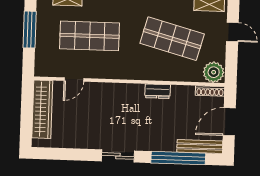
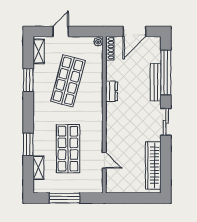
plant: (214, 72) -> (98, 42), width x0.53, depth x0.53
wardrobe: (42, 109) -> (153, 165), moved, turned -90
door: (229, 122) -> (134, 31), hinge flipped
bench: (200, 147) -> (156, 82), moved

